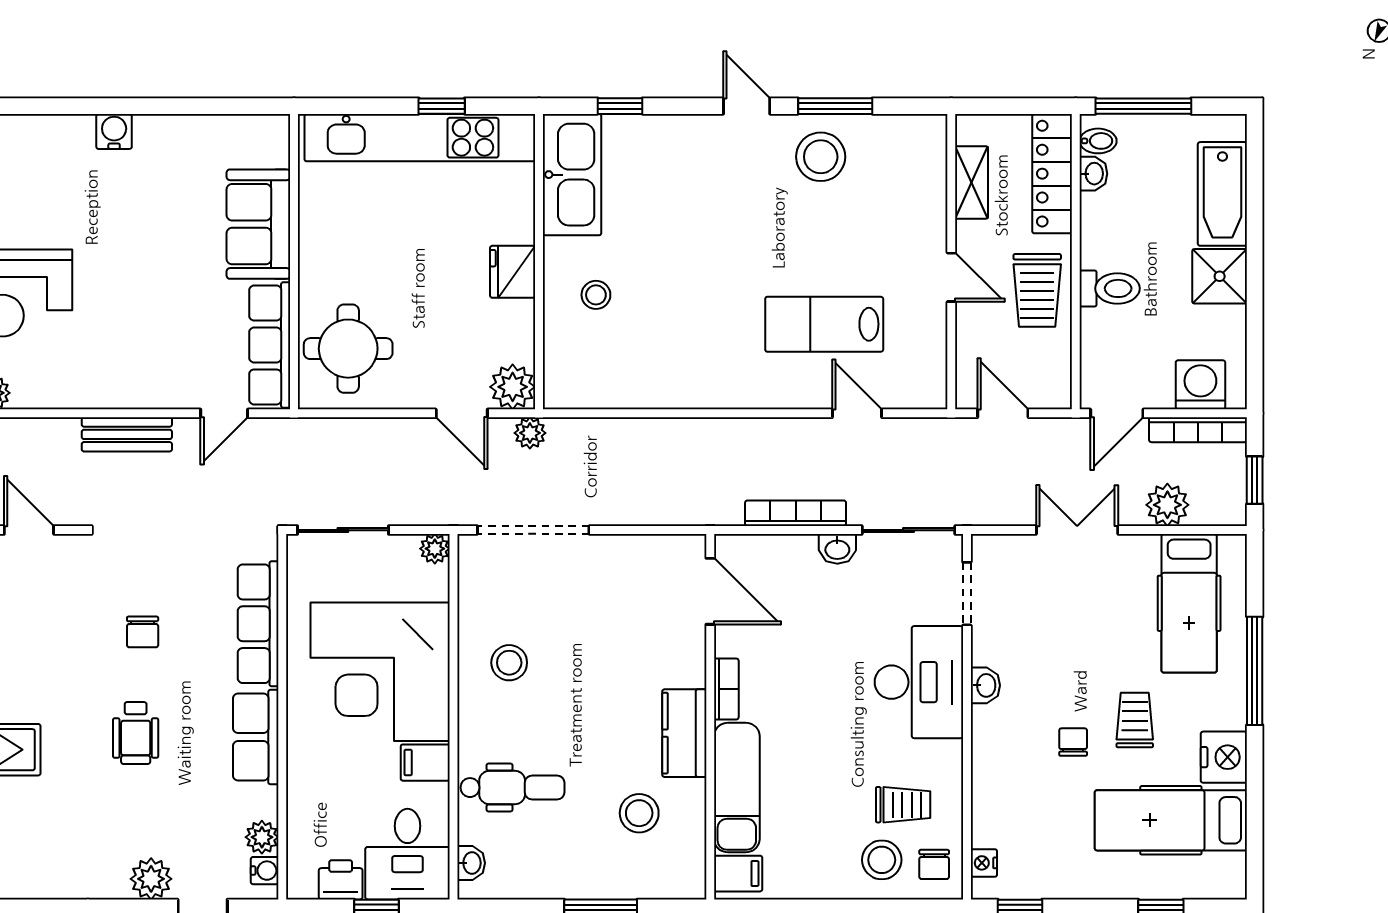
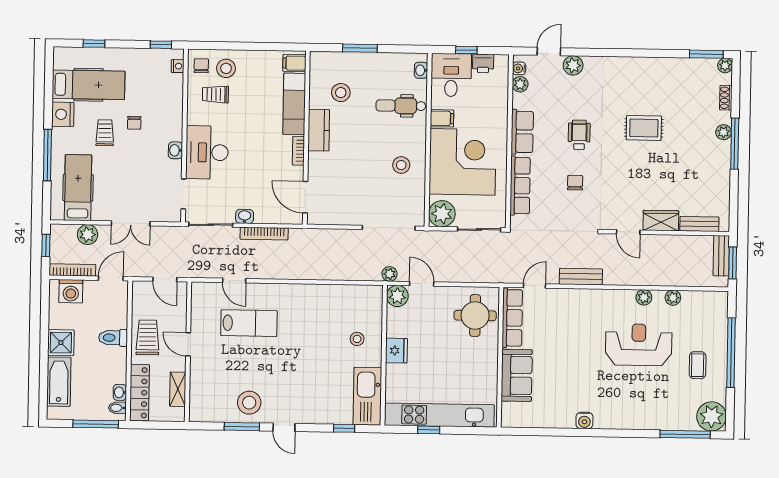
plant: (435, 549) -> (442, 214), width x1.88, depth x1.88
trolley: (1135, 720) -> (105, 133), turned 180

